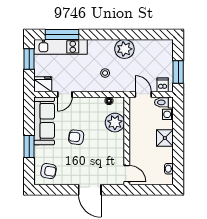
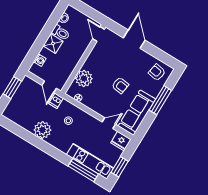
dishwasher: (163, 85) -> (56, 101), moved
toilet: (164, 102) -> (61, 33), moved
window: (29, 146) -> (160, 100), width x1.44

